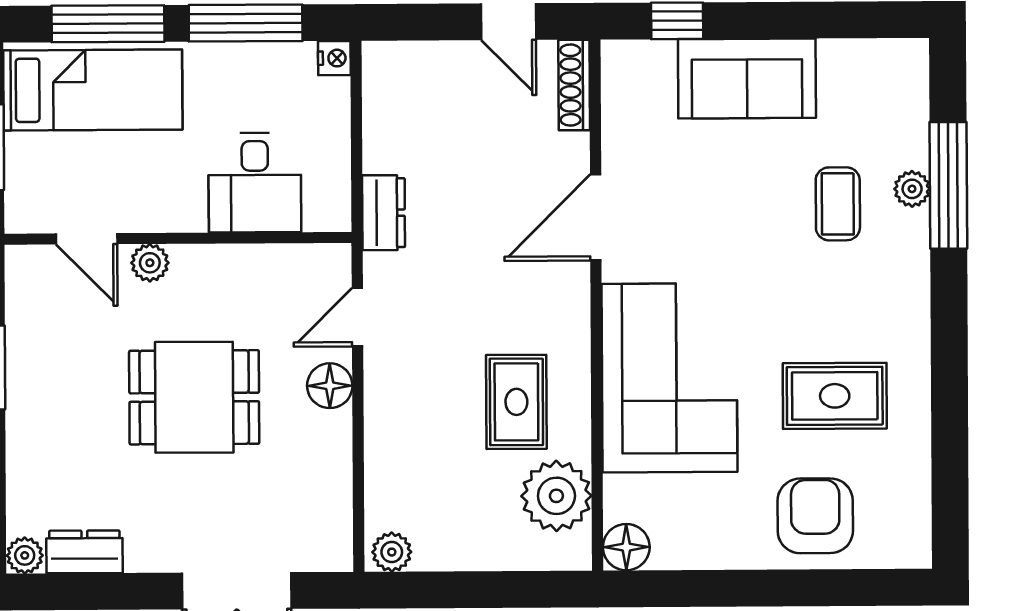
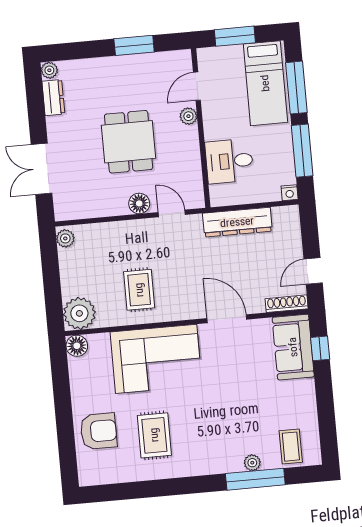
sofa: (747, 79) -> (293, 347), moved
coffee table: (838, 204) -> (291, 447), moved, turned 90
dresser: (384, 213) -> (237, 222), width x1.96, depth x1.24
rug: (516, 402) -> (139, 290), turned 90
plant: (556, 496) -> (79, 313), moved

